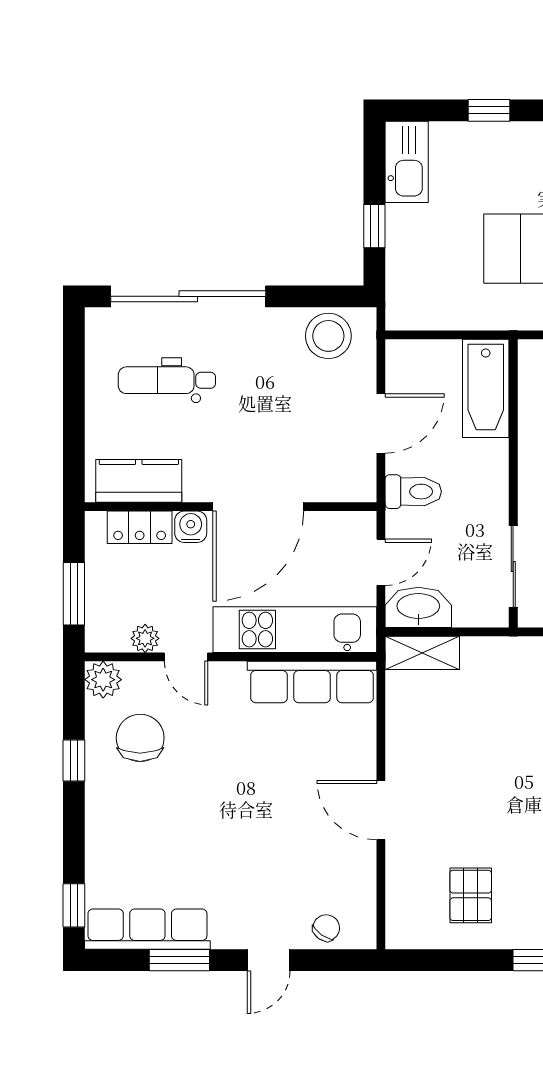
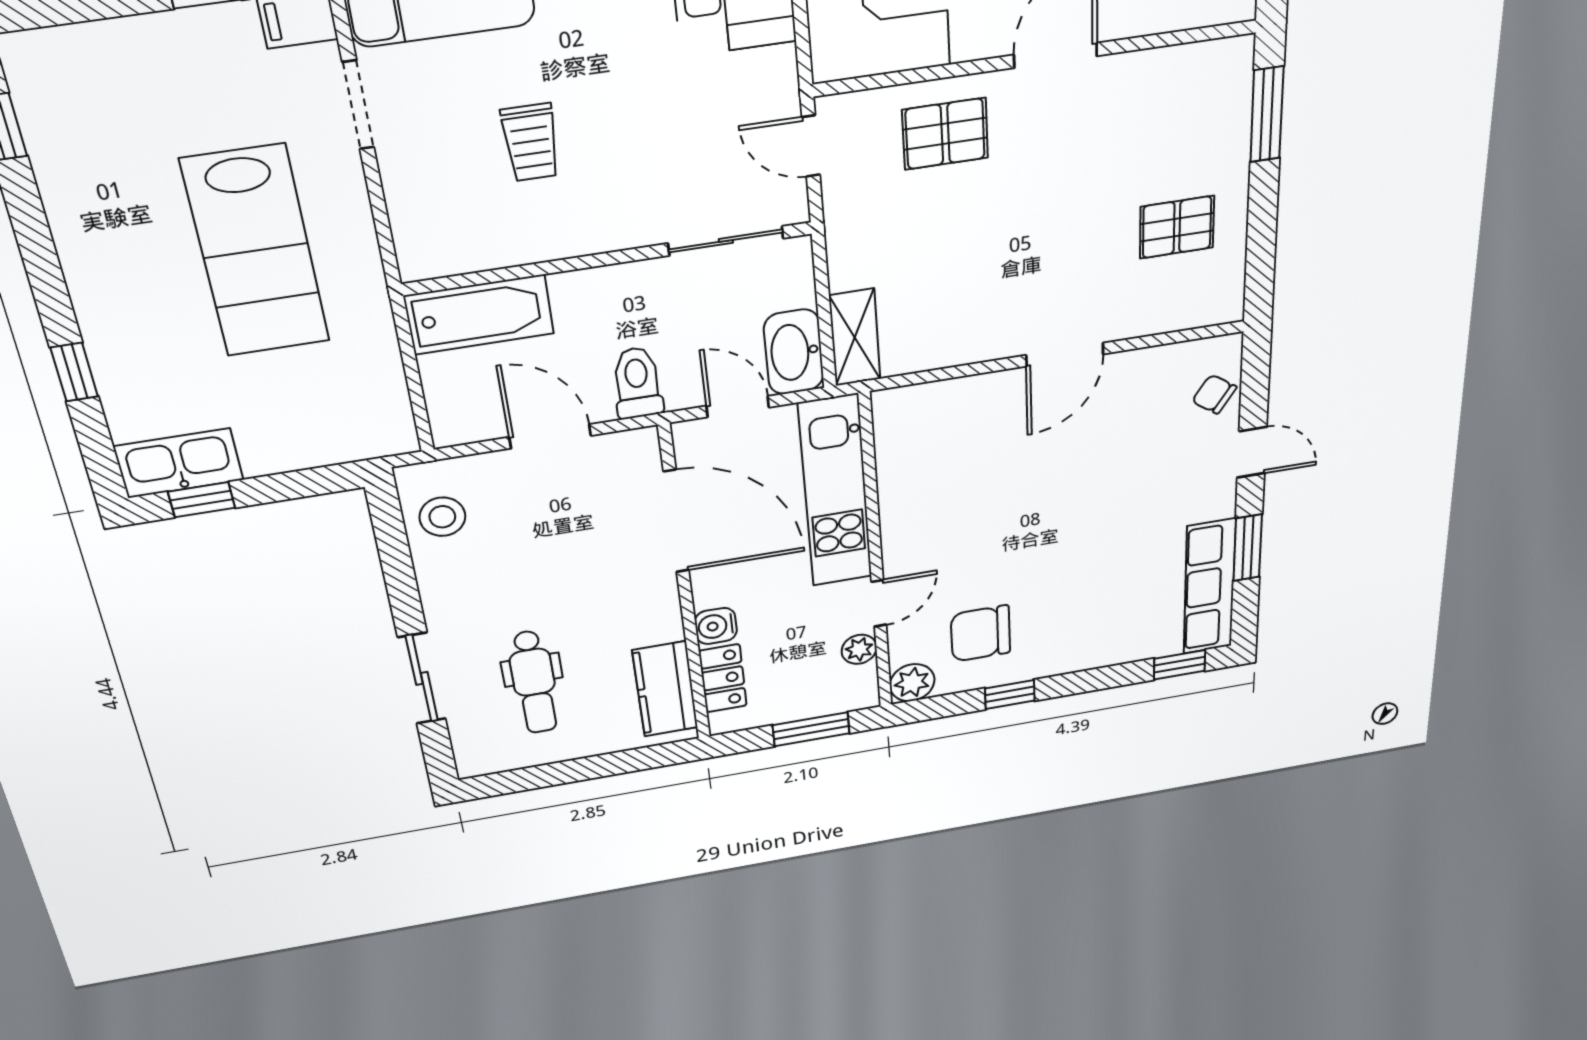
window: (374, 226) -> (202, 500), moved
sliding door: (188, 296) -> (422, 678), width x0.54
stool: (328, 336) -> (442, 517), width x0.73, depth x0.73
door: (258, 507) -> (676, 521), moved
row of seats: (312, 682) -> (902, 461), removed

